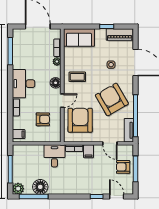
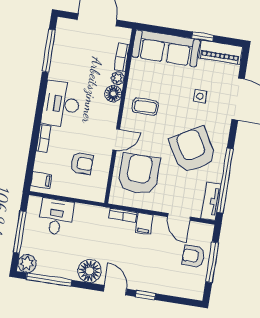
sofa: (79, 38) -> (166, 48), width x1.36
floor lamp: (56, 83) -> (113, 94), moved
desk: (54, 156) -> (56, 217), moved
floor lamp: (40, 187) -> (90, 271), moved
door: (117, 197) -> (115, 290), moved

